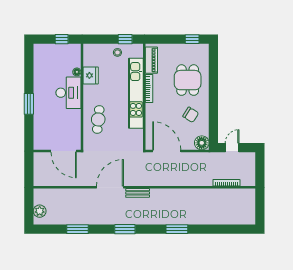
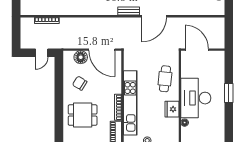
fridge: (91, 75) -> (172, 109), moved
dining table: (188, 80) -> (83, 115), turned 90
desk: (68, 93) -> (196, 98), width x1.36, depth x1.30
floor lamp: (202, 143) -> (81, 57), moved

